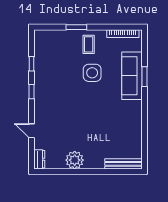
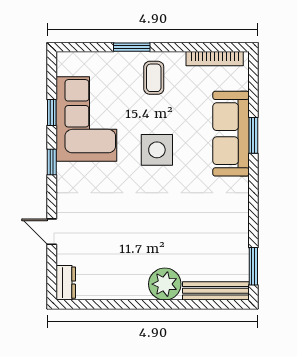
corner sofa: (51, 67) -> (86, 119), added
side table: (92, 73) -> (157, 150), moved
window: (145, 150) -> (253, 266), added
plant: (75, 160) -> (165, 284), moved

